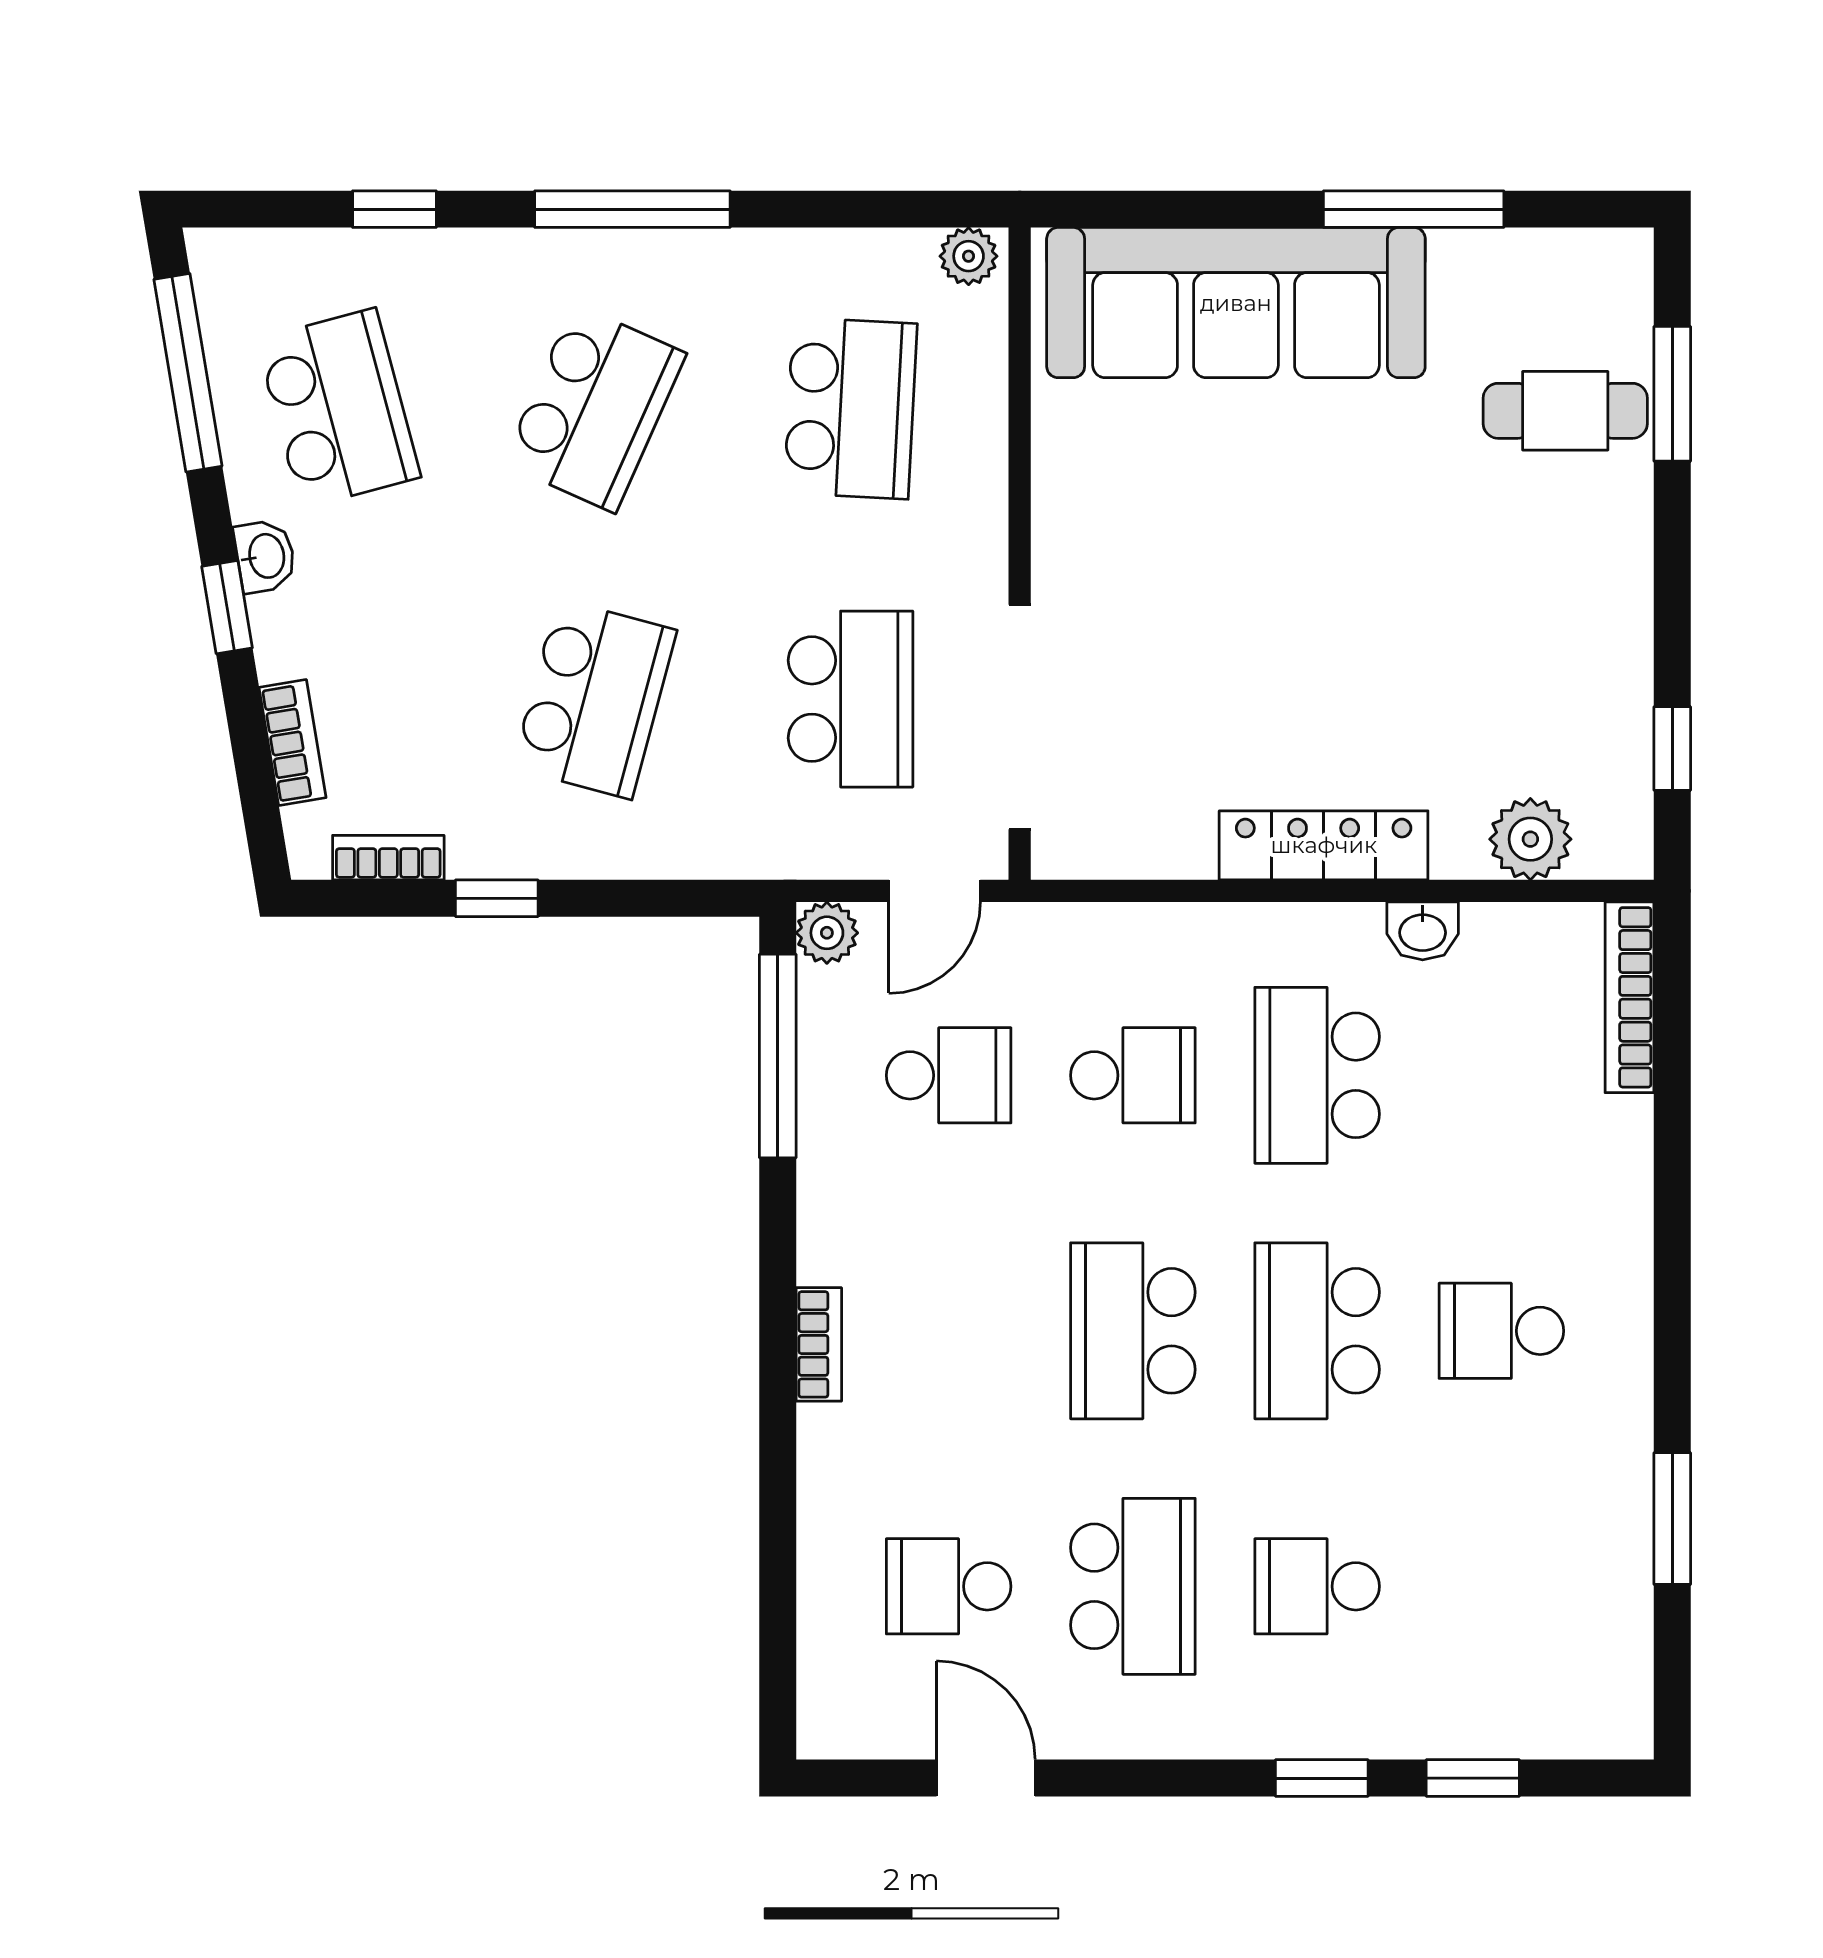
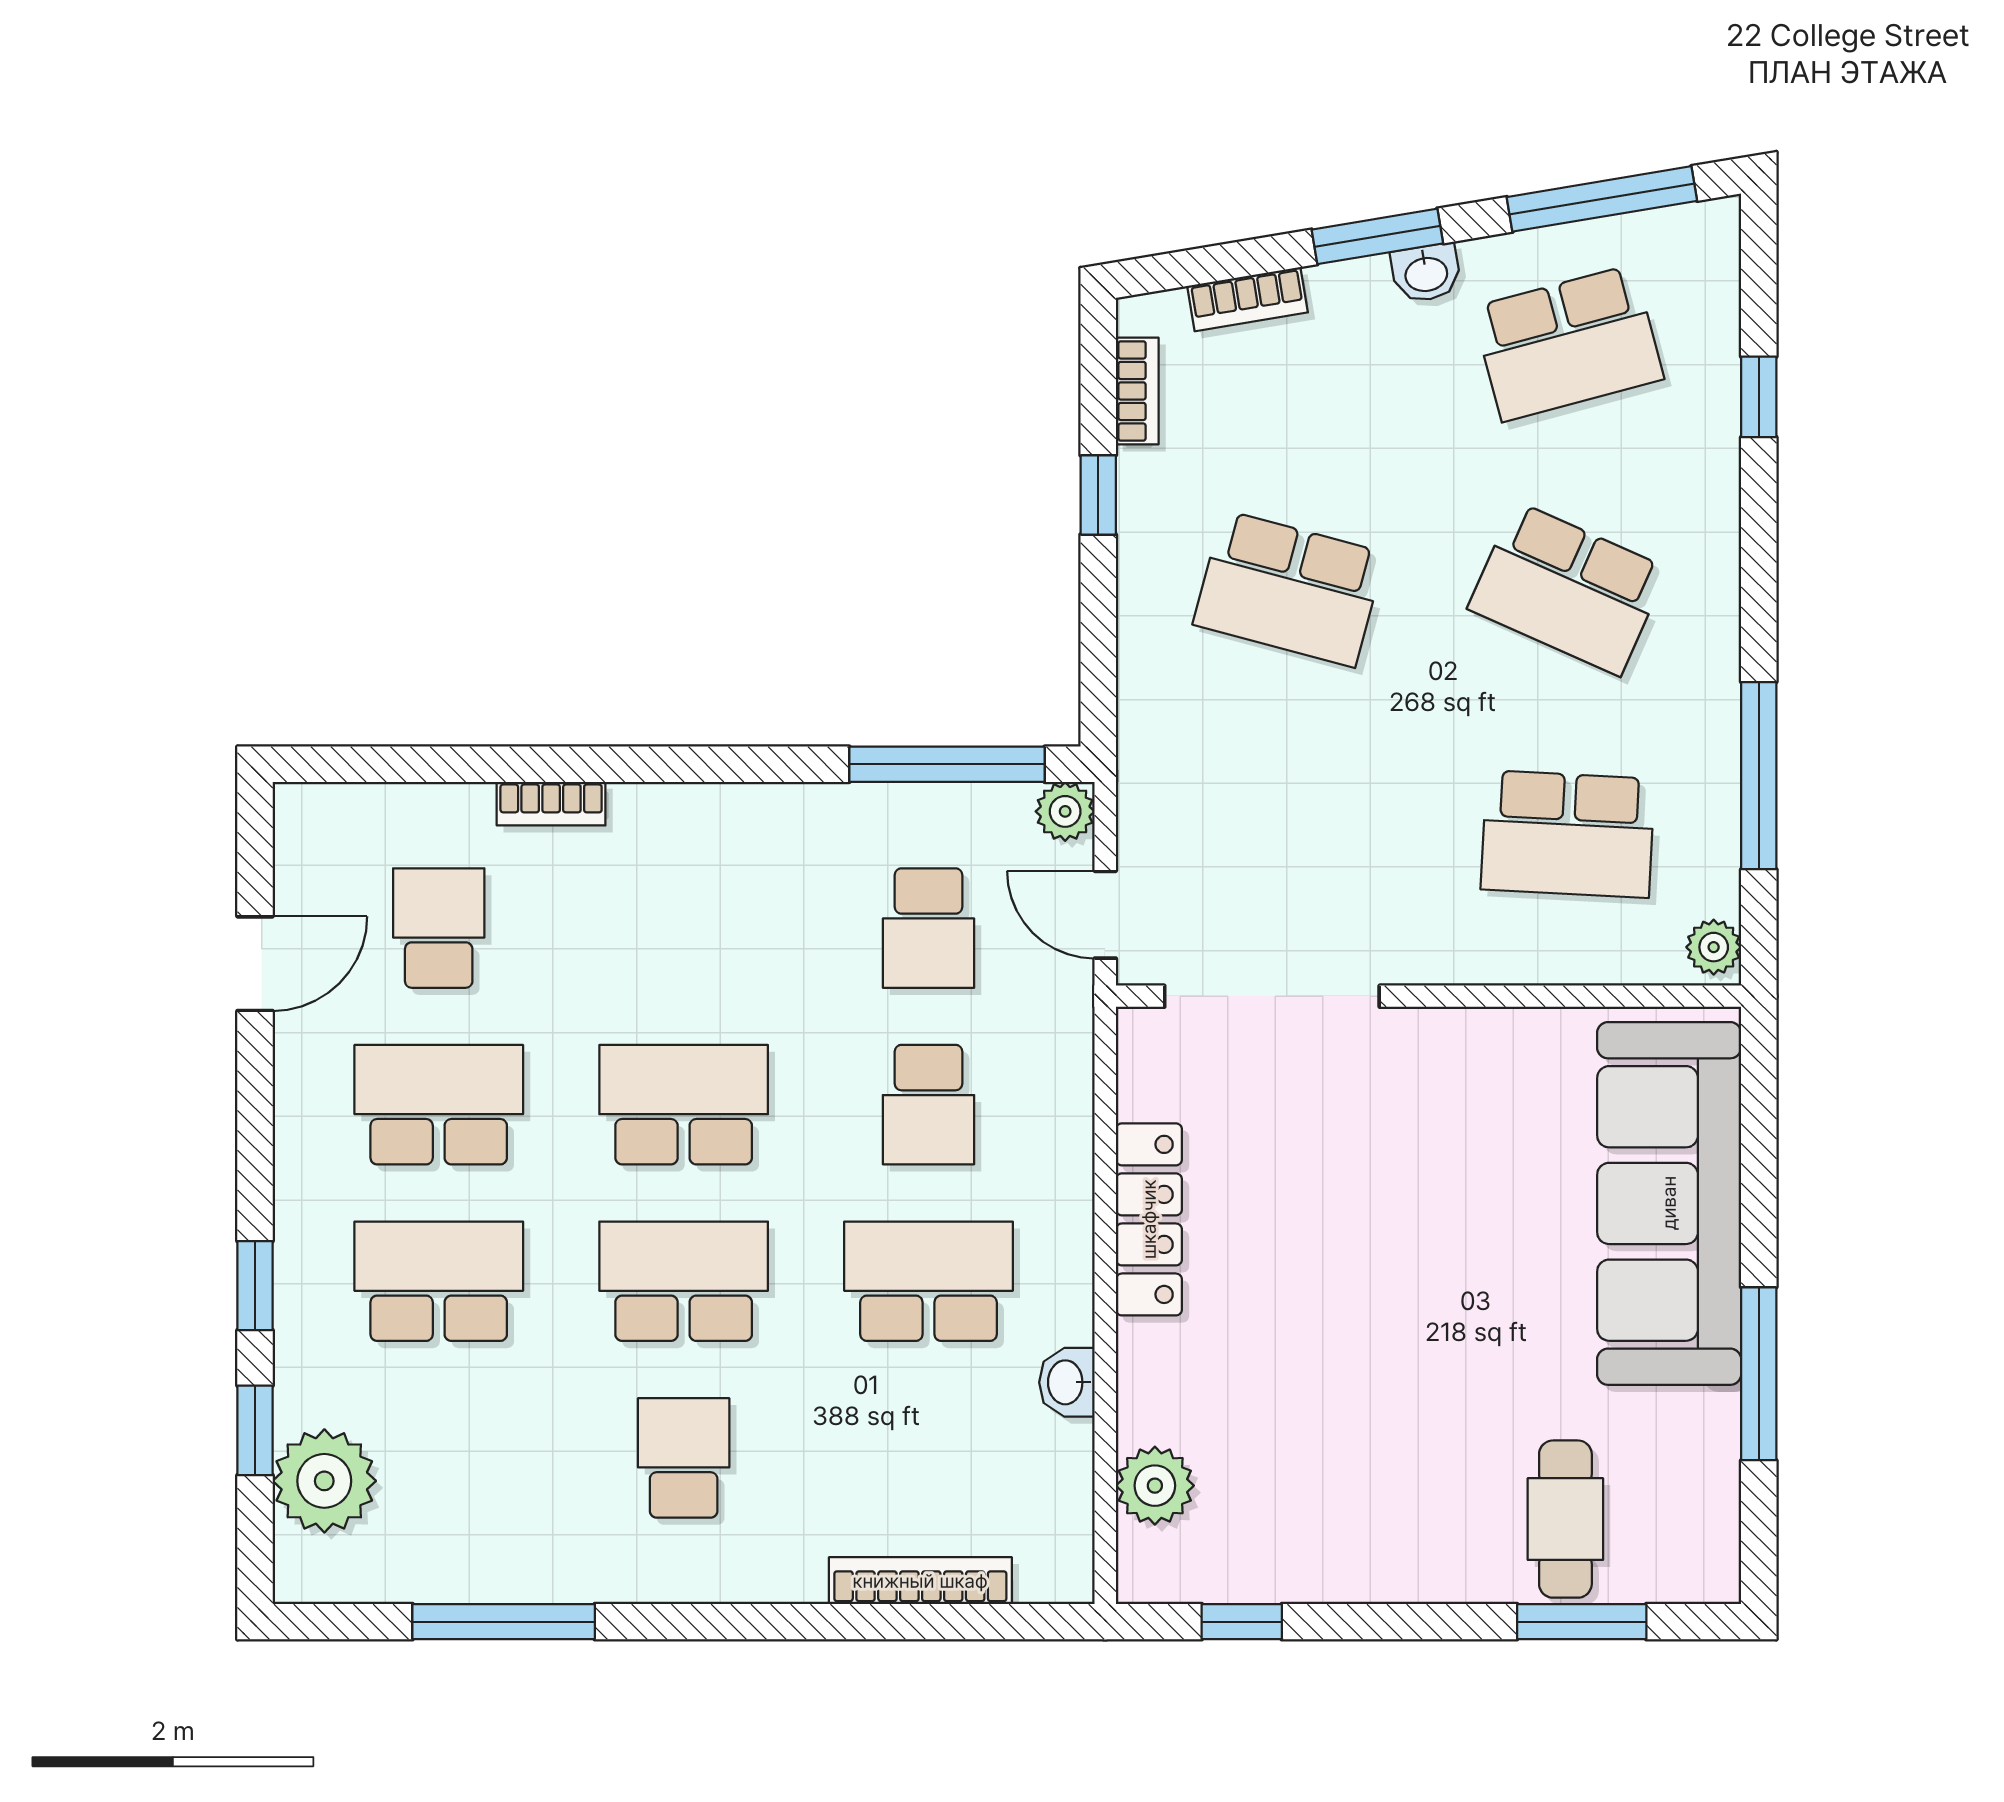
window: (632, 209) -> (1759, 776), moved
window: (227, 607) -> (1377, 236), width x1.50
school desk: (851, 699) -> (1289, 834), removed
locker: (1324, 845) -> (1149, 1219), moved
bookcase: (1629, 997) -> (920, 1581), moved
bookcase: (819, 1344) -> (551, 804), moved
window: (1672, 1519) -> (504, 1622), width x1.44
school desk: (1133, 1586) -> (439, 1105), turned 180
school desk: (1317, 1586) -> (439, 1281), width x1.85
plant: (1525, 1706) -> (324, 1481), added

